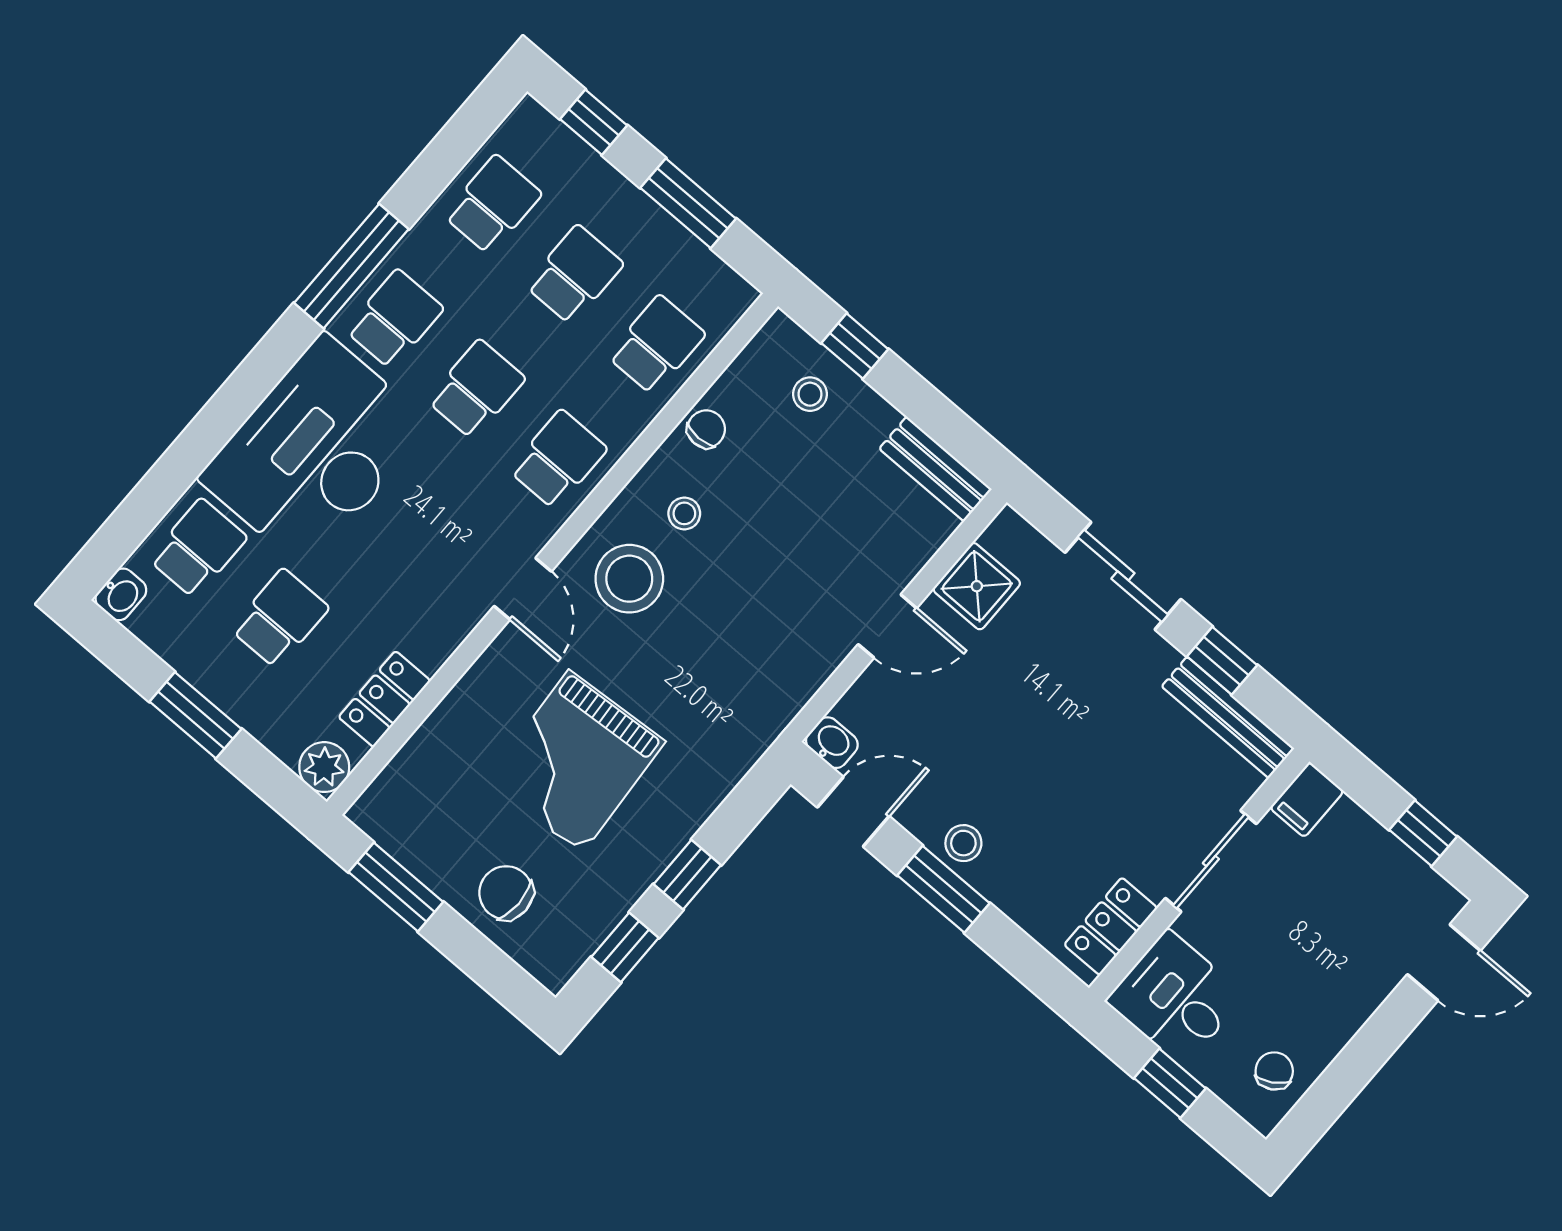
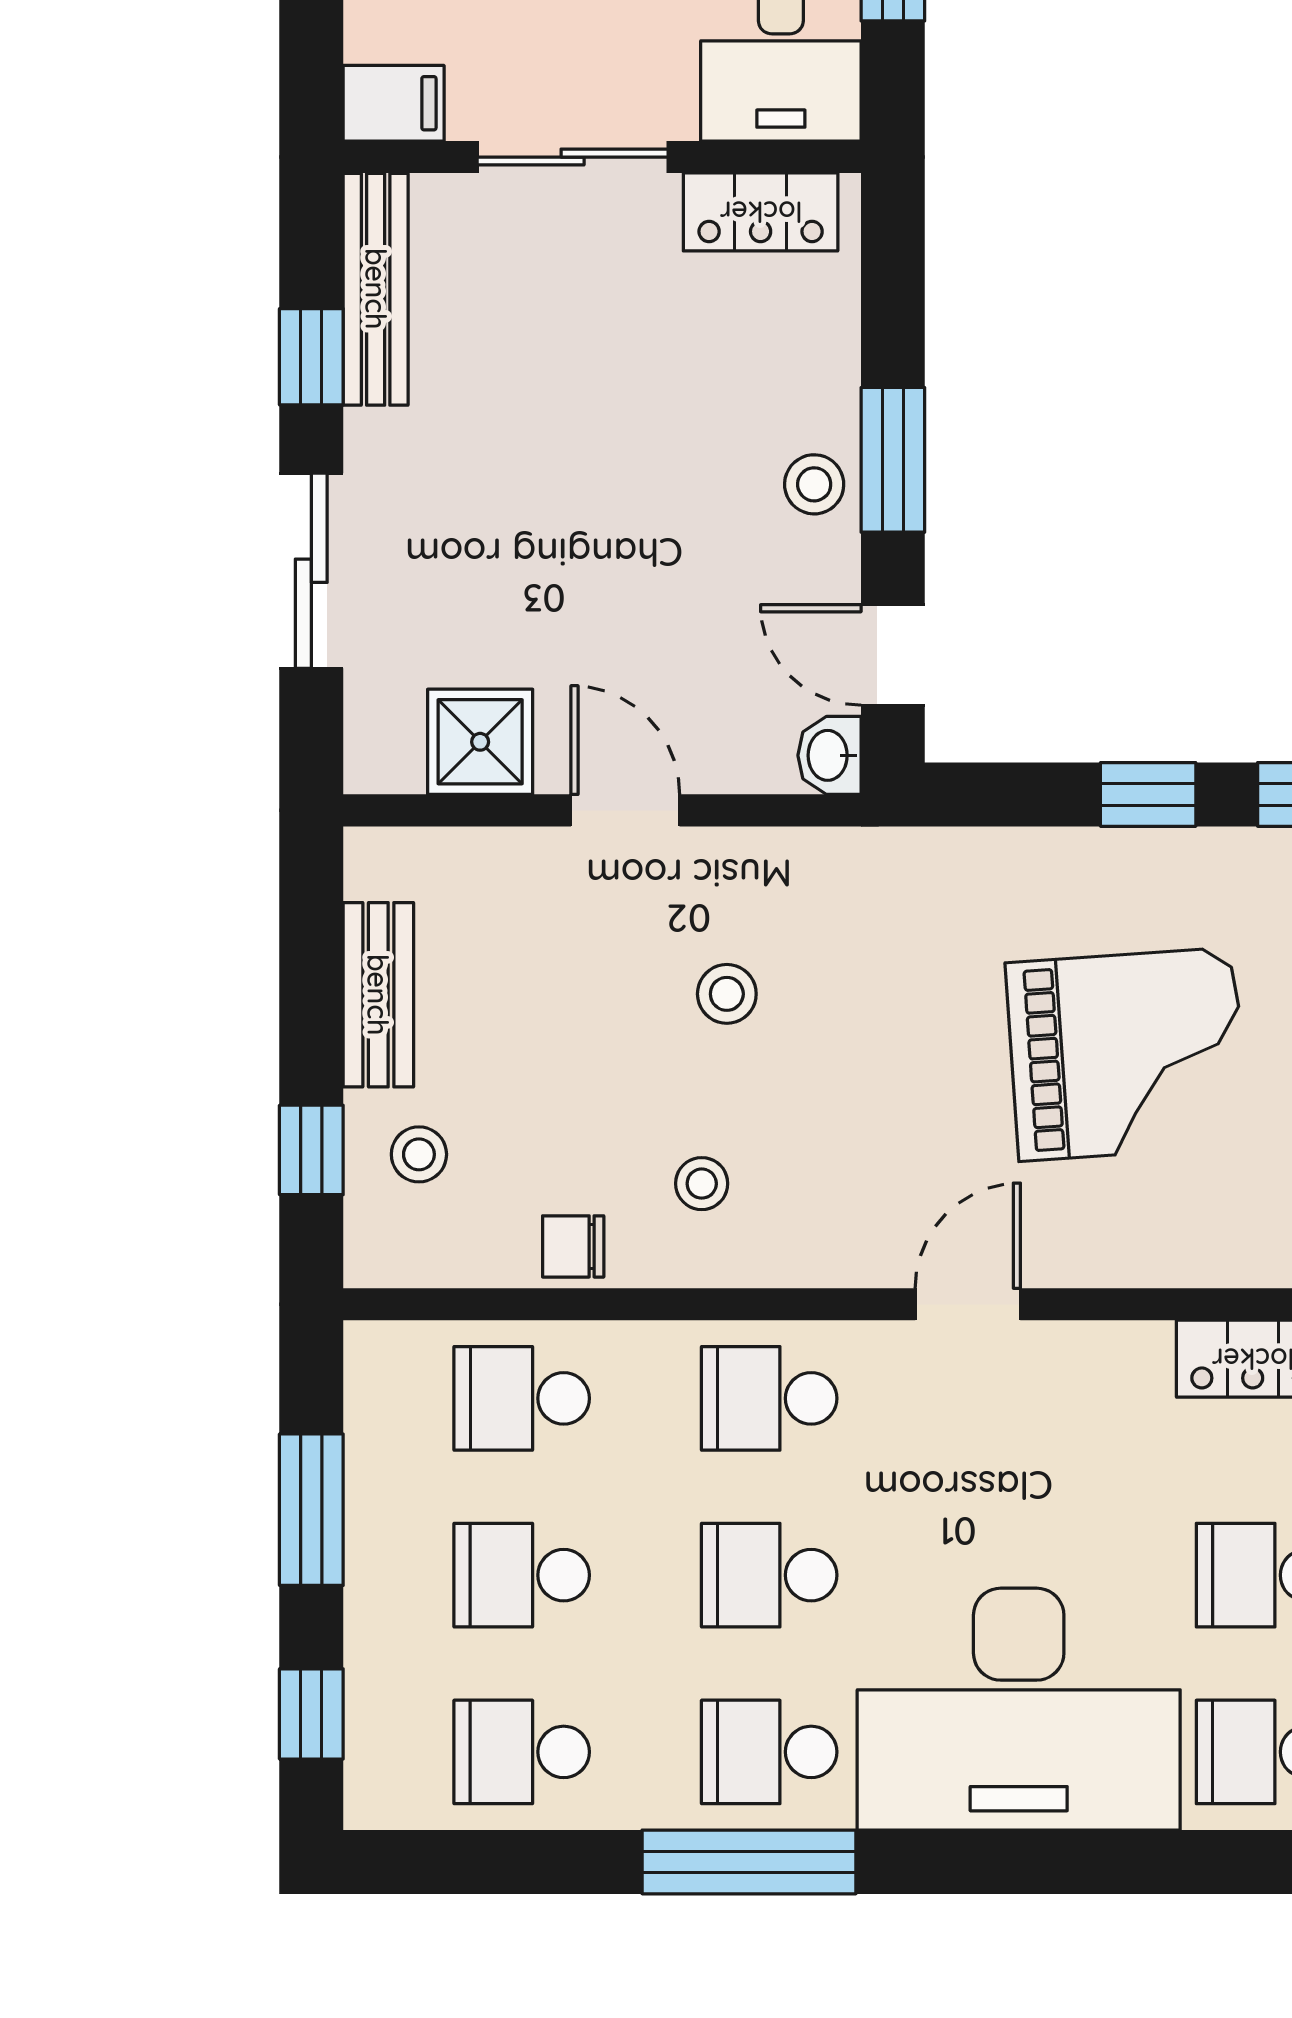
bench: (935, 469) -> (378, 995), moved
stool: (629, 579) -> (727, 994), moved, width x0.53, depth x0.53

